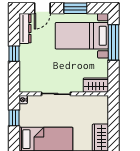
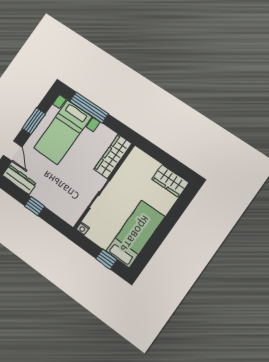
wardrobe: (96, 85) -> (113, 156), width x1.50
window: (14, 118) -> (106, 259), moved

